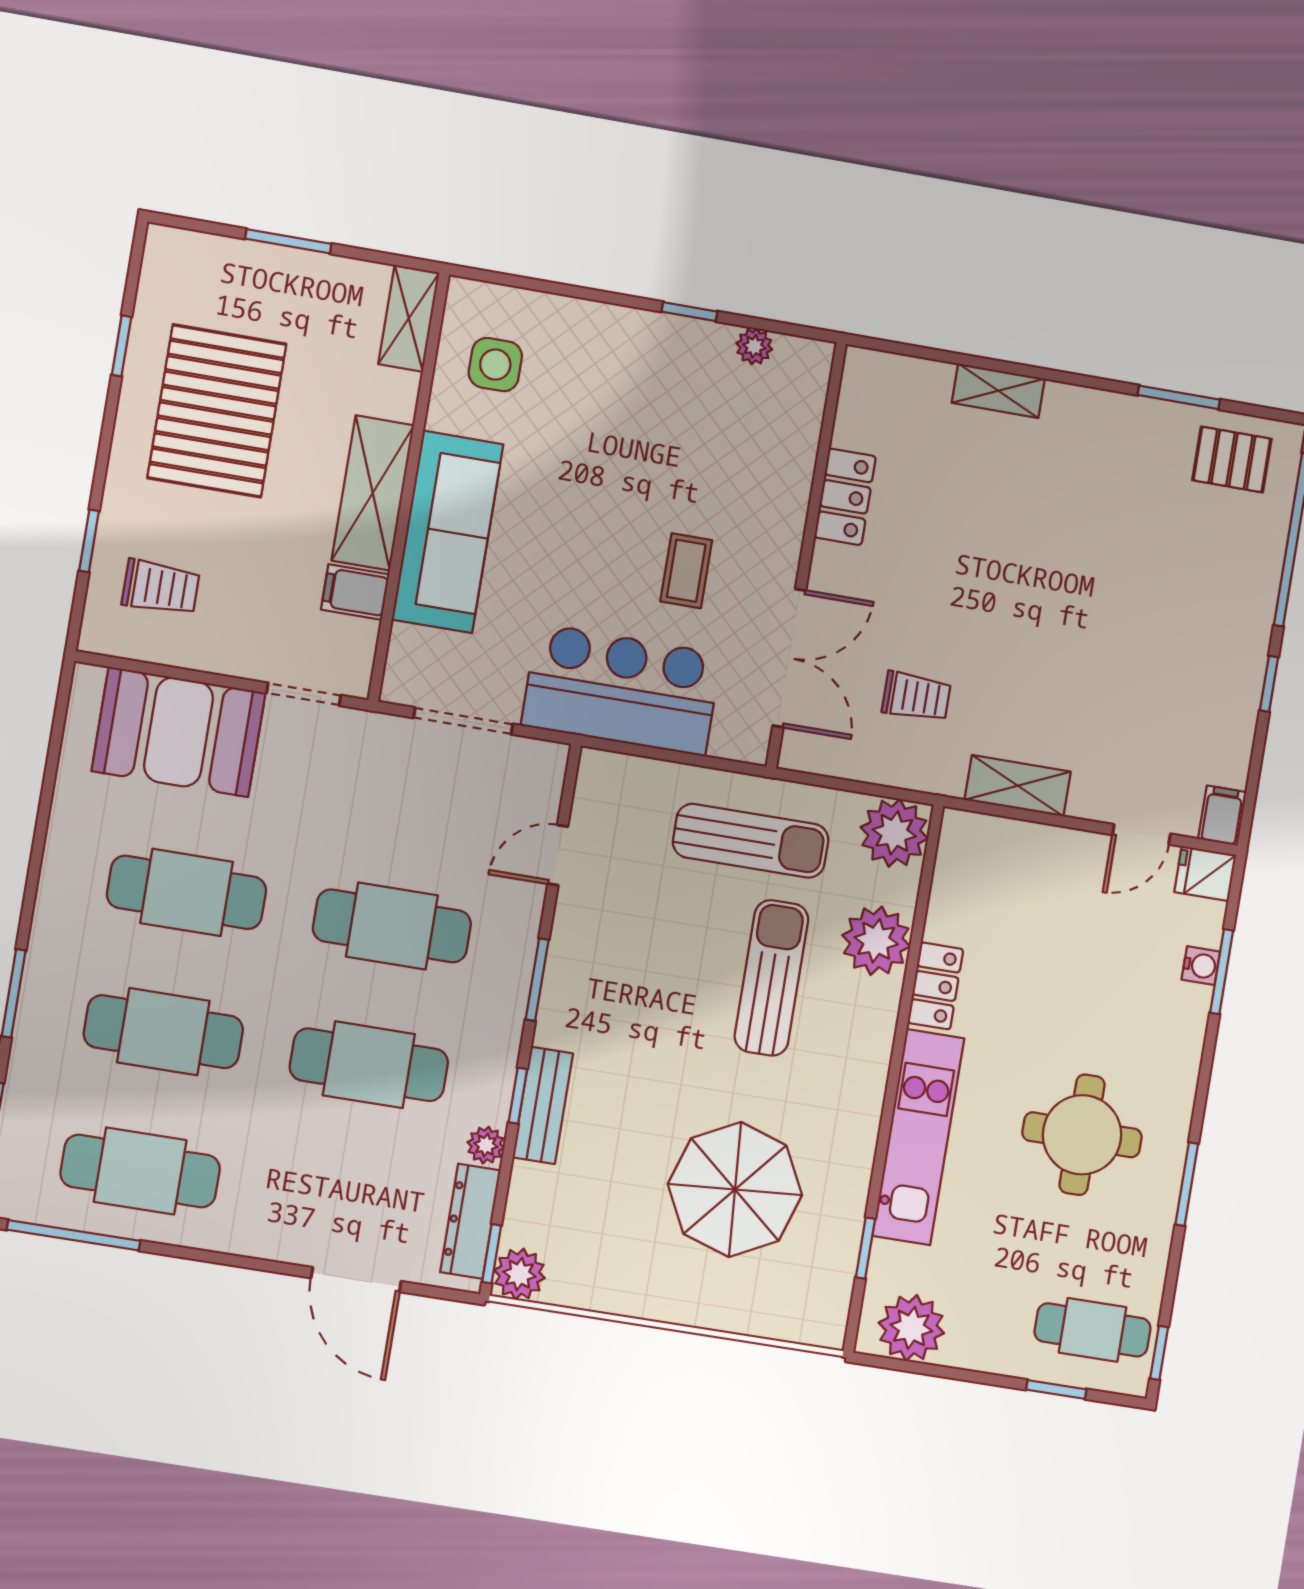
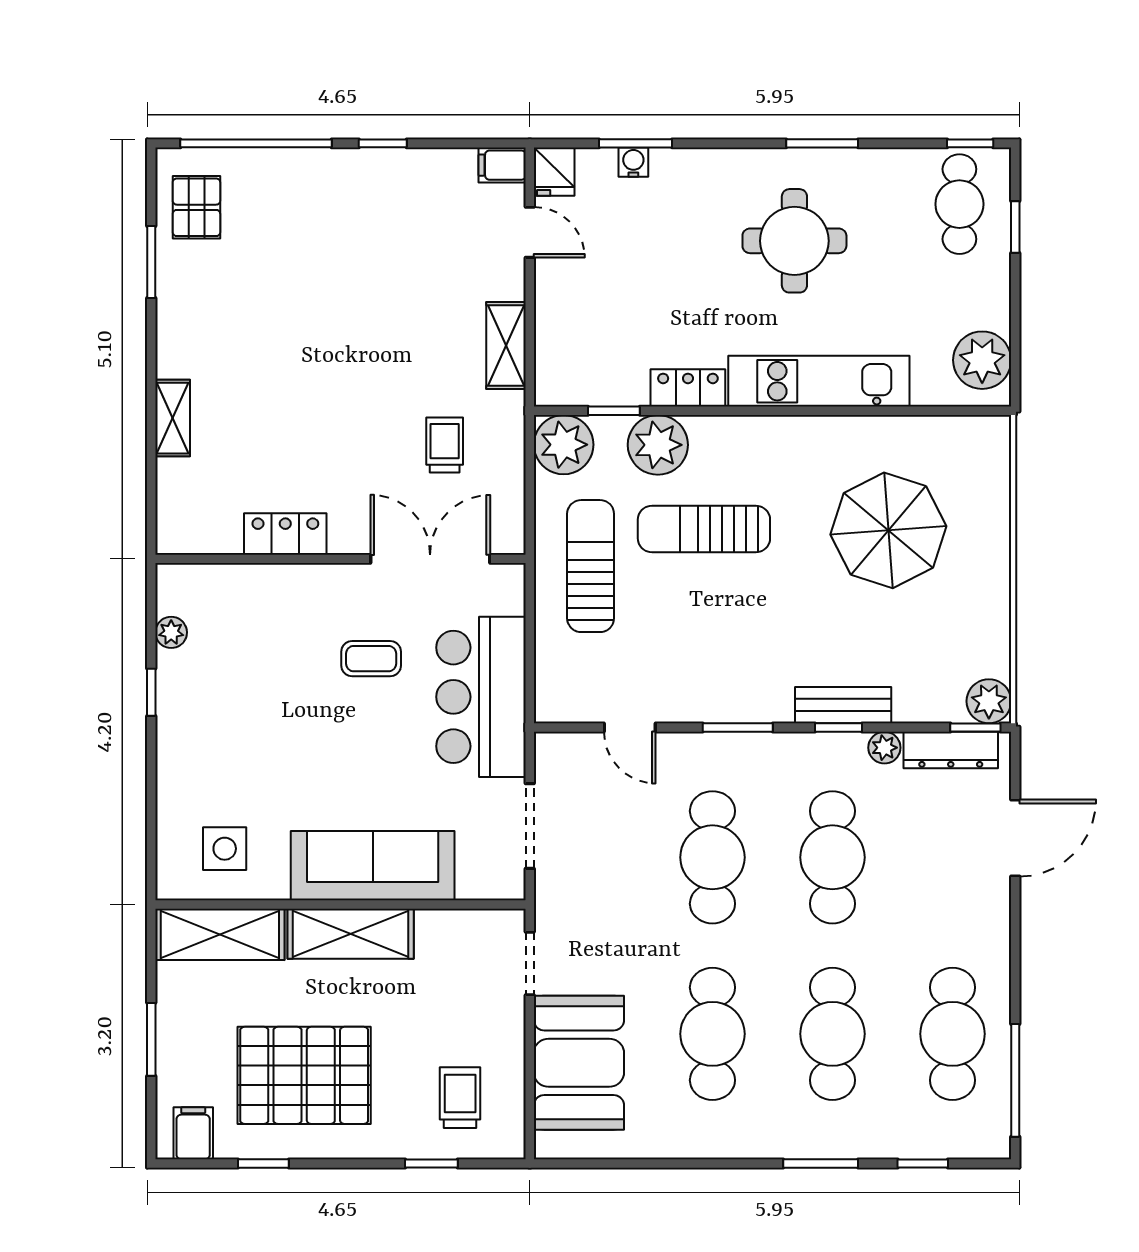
shelving: (409, 318) -> (220, 934), width x1.50, depth x1.33
filing cabinet: (355, 592) -> (193, 1133), moved, turned 180
window: (865, 1248) -> (614, 411), moved

